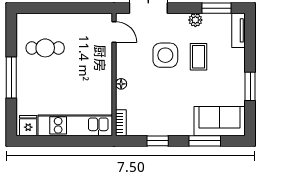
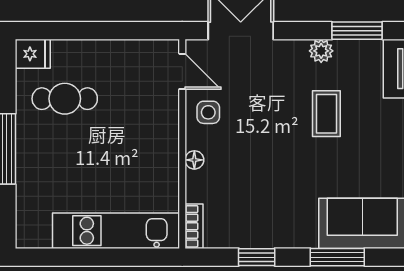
side table: (165, 55) -> (208, 112), moved, width x0.54, depth x0.54
fridge: (28, 126) -> (33, 54), moved, turned 90

